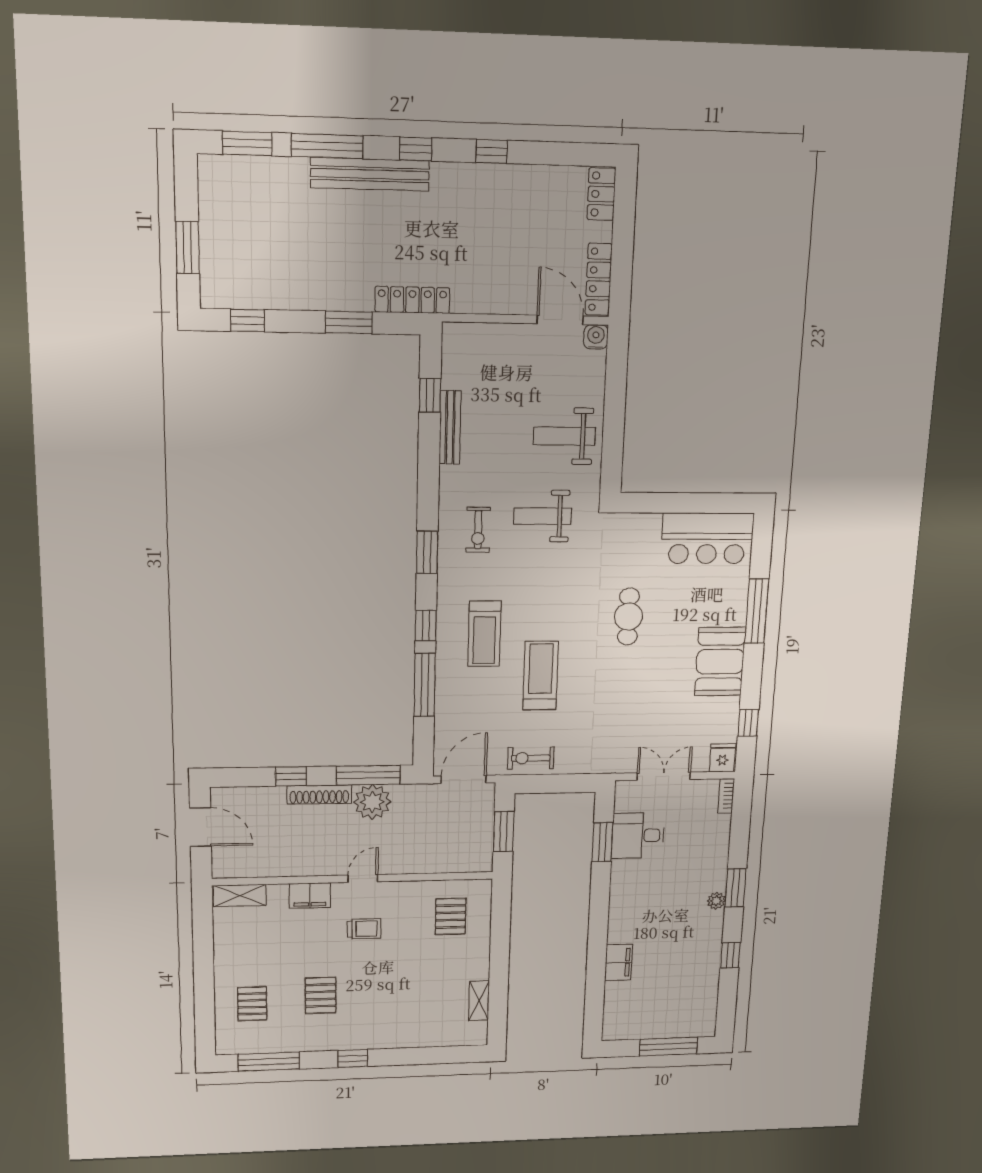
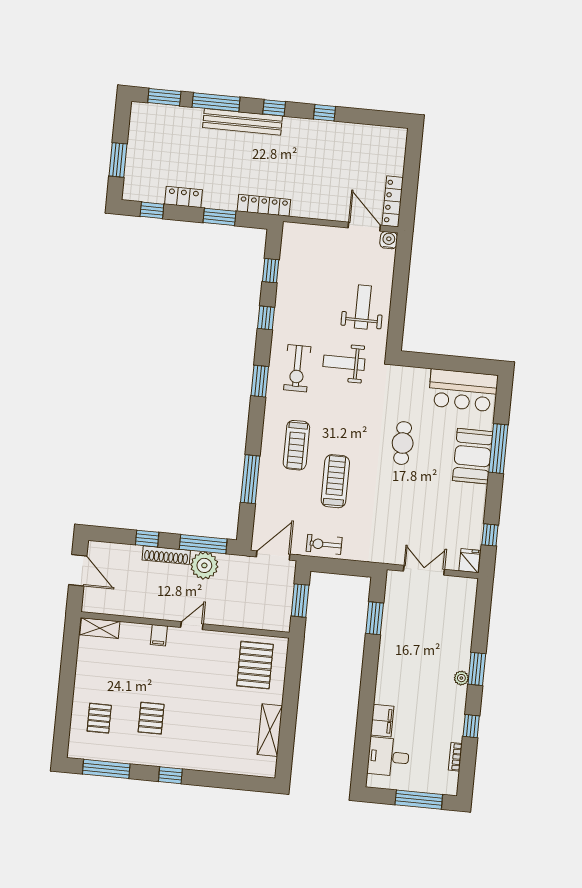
locker: (601, 194) -> (183, 197), moved, turned 90
bench: (450, 427) -> (283, 294), removed
weight bench: (564, 436) -> (363, 307), turned 90
exercise bike: (478, 530) -> (297, 368), width x1.38, depth x1.39
window: (426, 626) -> (266, 318), moved
booth: (720, 662) -> (473, 456), moved
bookcase: (726, 796) -> (455, 757), moved
desk: (638, 836) -> (388, 757), moved
filing cabinet: (310, 896) -> (159, 635), width x0.50
pallet: (451, 916) -> (255, 665), width x1.50, depth x1.42
trolley: (364, 929) -> (189, 667), removed
shelving: (479, 1001) -> (270, 730), width x1.50, depth x1.33

